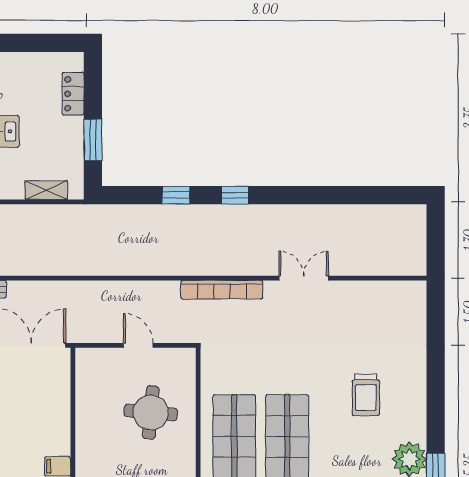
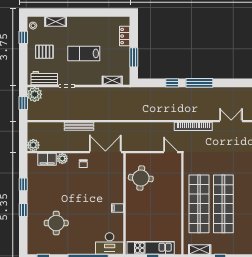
window: (235, 195) -> (199, 83), width x2.17
door: (138, 345) -> (170, 152), moved
round table: (151, 413) -> (141, 178), moved

